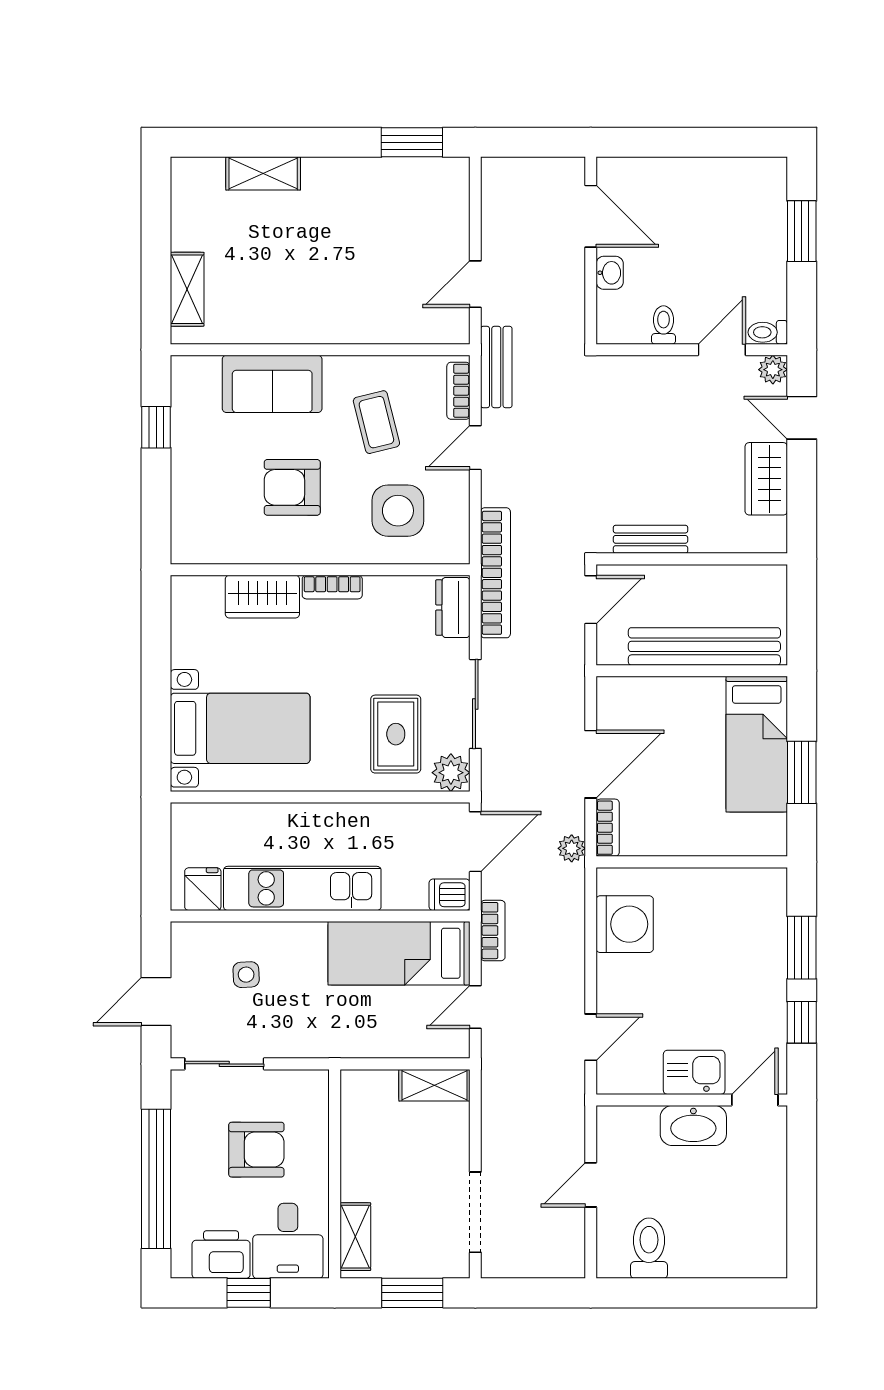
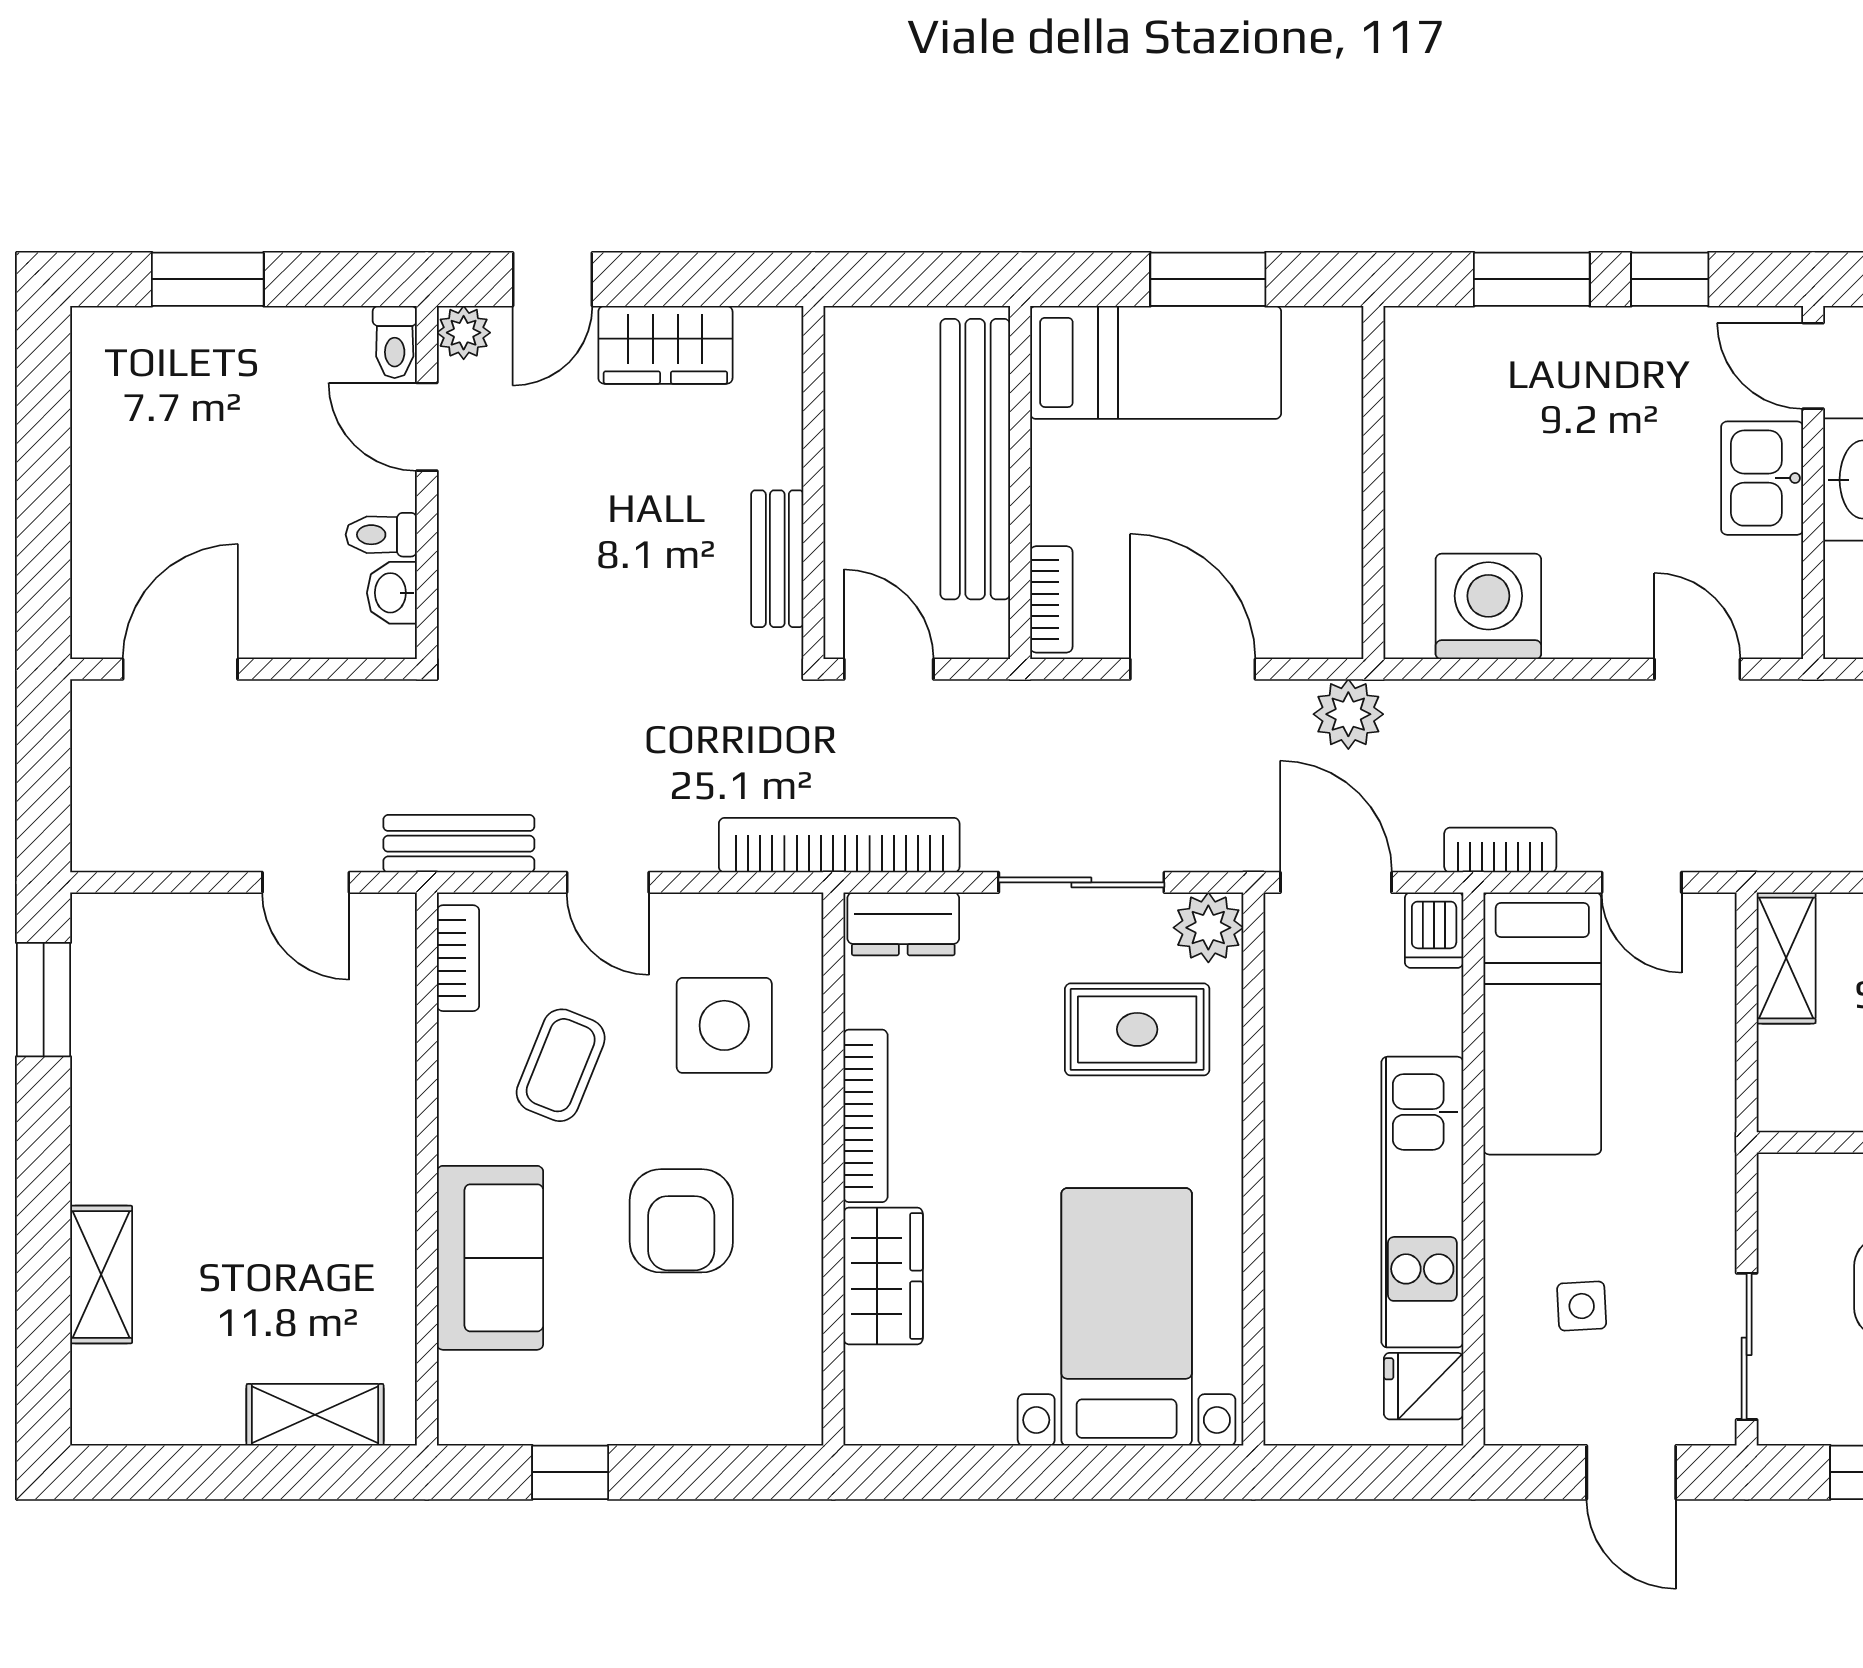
washbasin: (610, 273) -> (392, 593), moved, turned -90
bookcase: (458, 391) -> (458, 958), moved, turned -90
coffee table: (376, 422) -> (561, 1065), turned -54
bookcase: (332, 587) -> (866, 1116), width x1.56
bookcase: (608, 828) -> (1051, 599), moved, turned 90
plant: (572, 848) -> (1348, 714), width x1.38, depth x1.38

